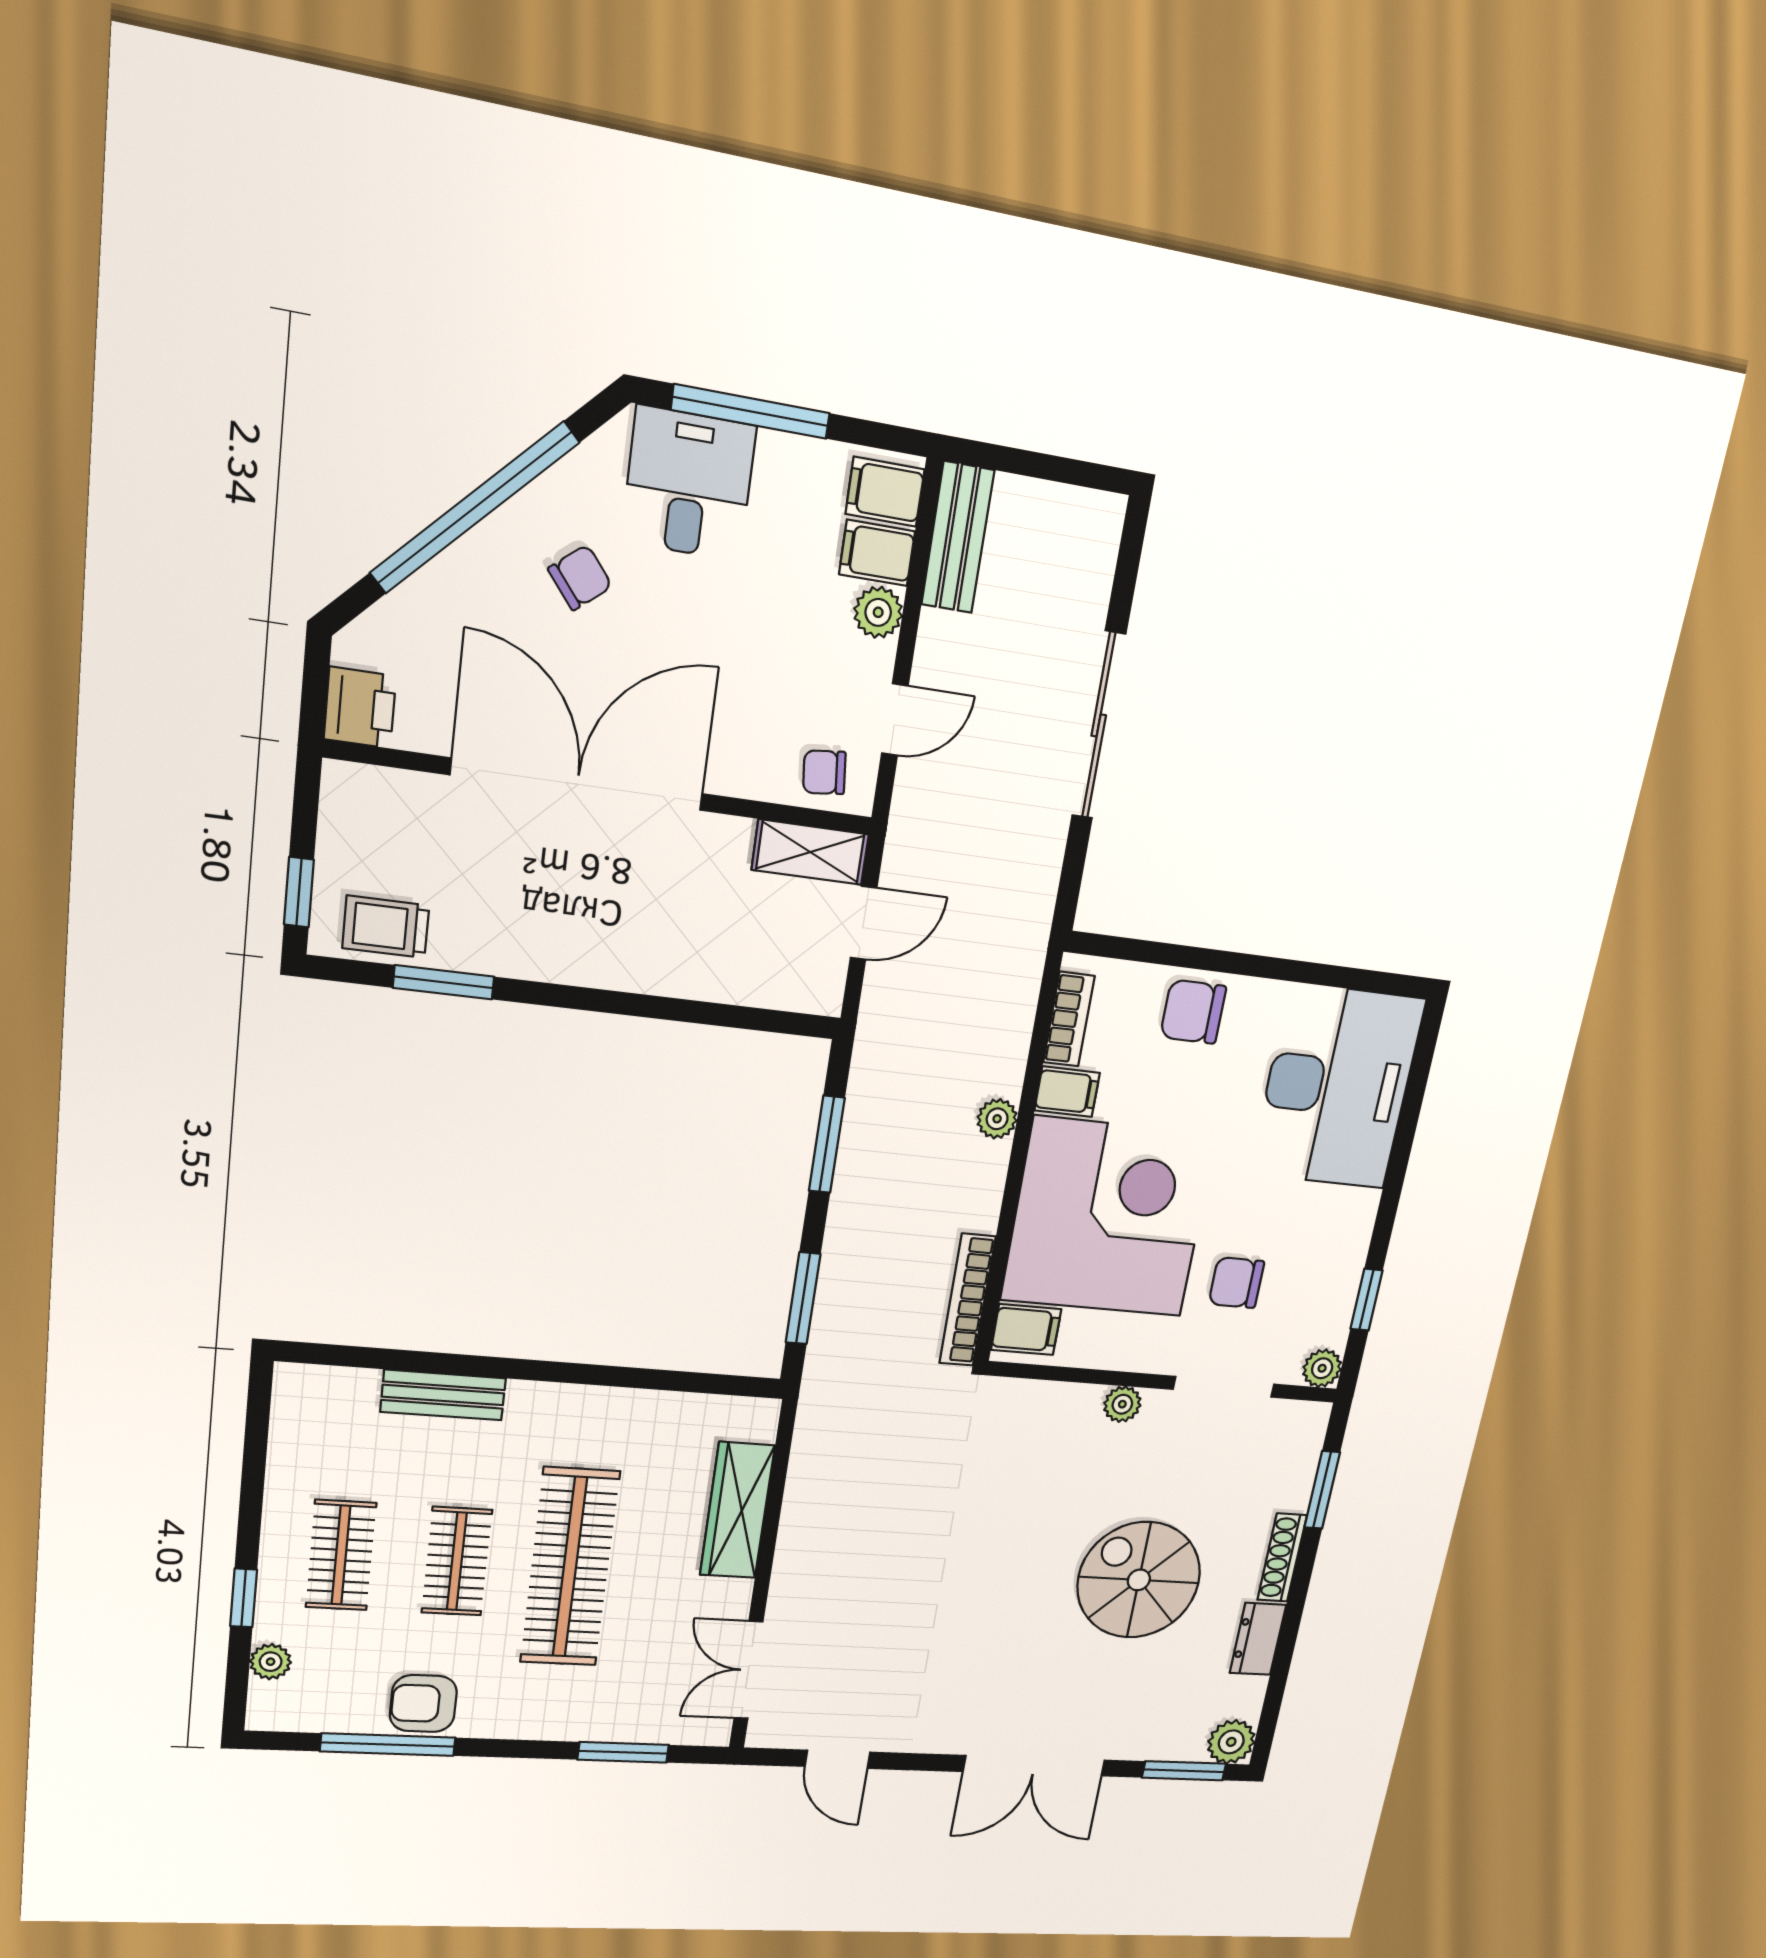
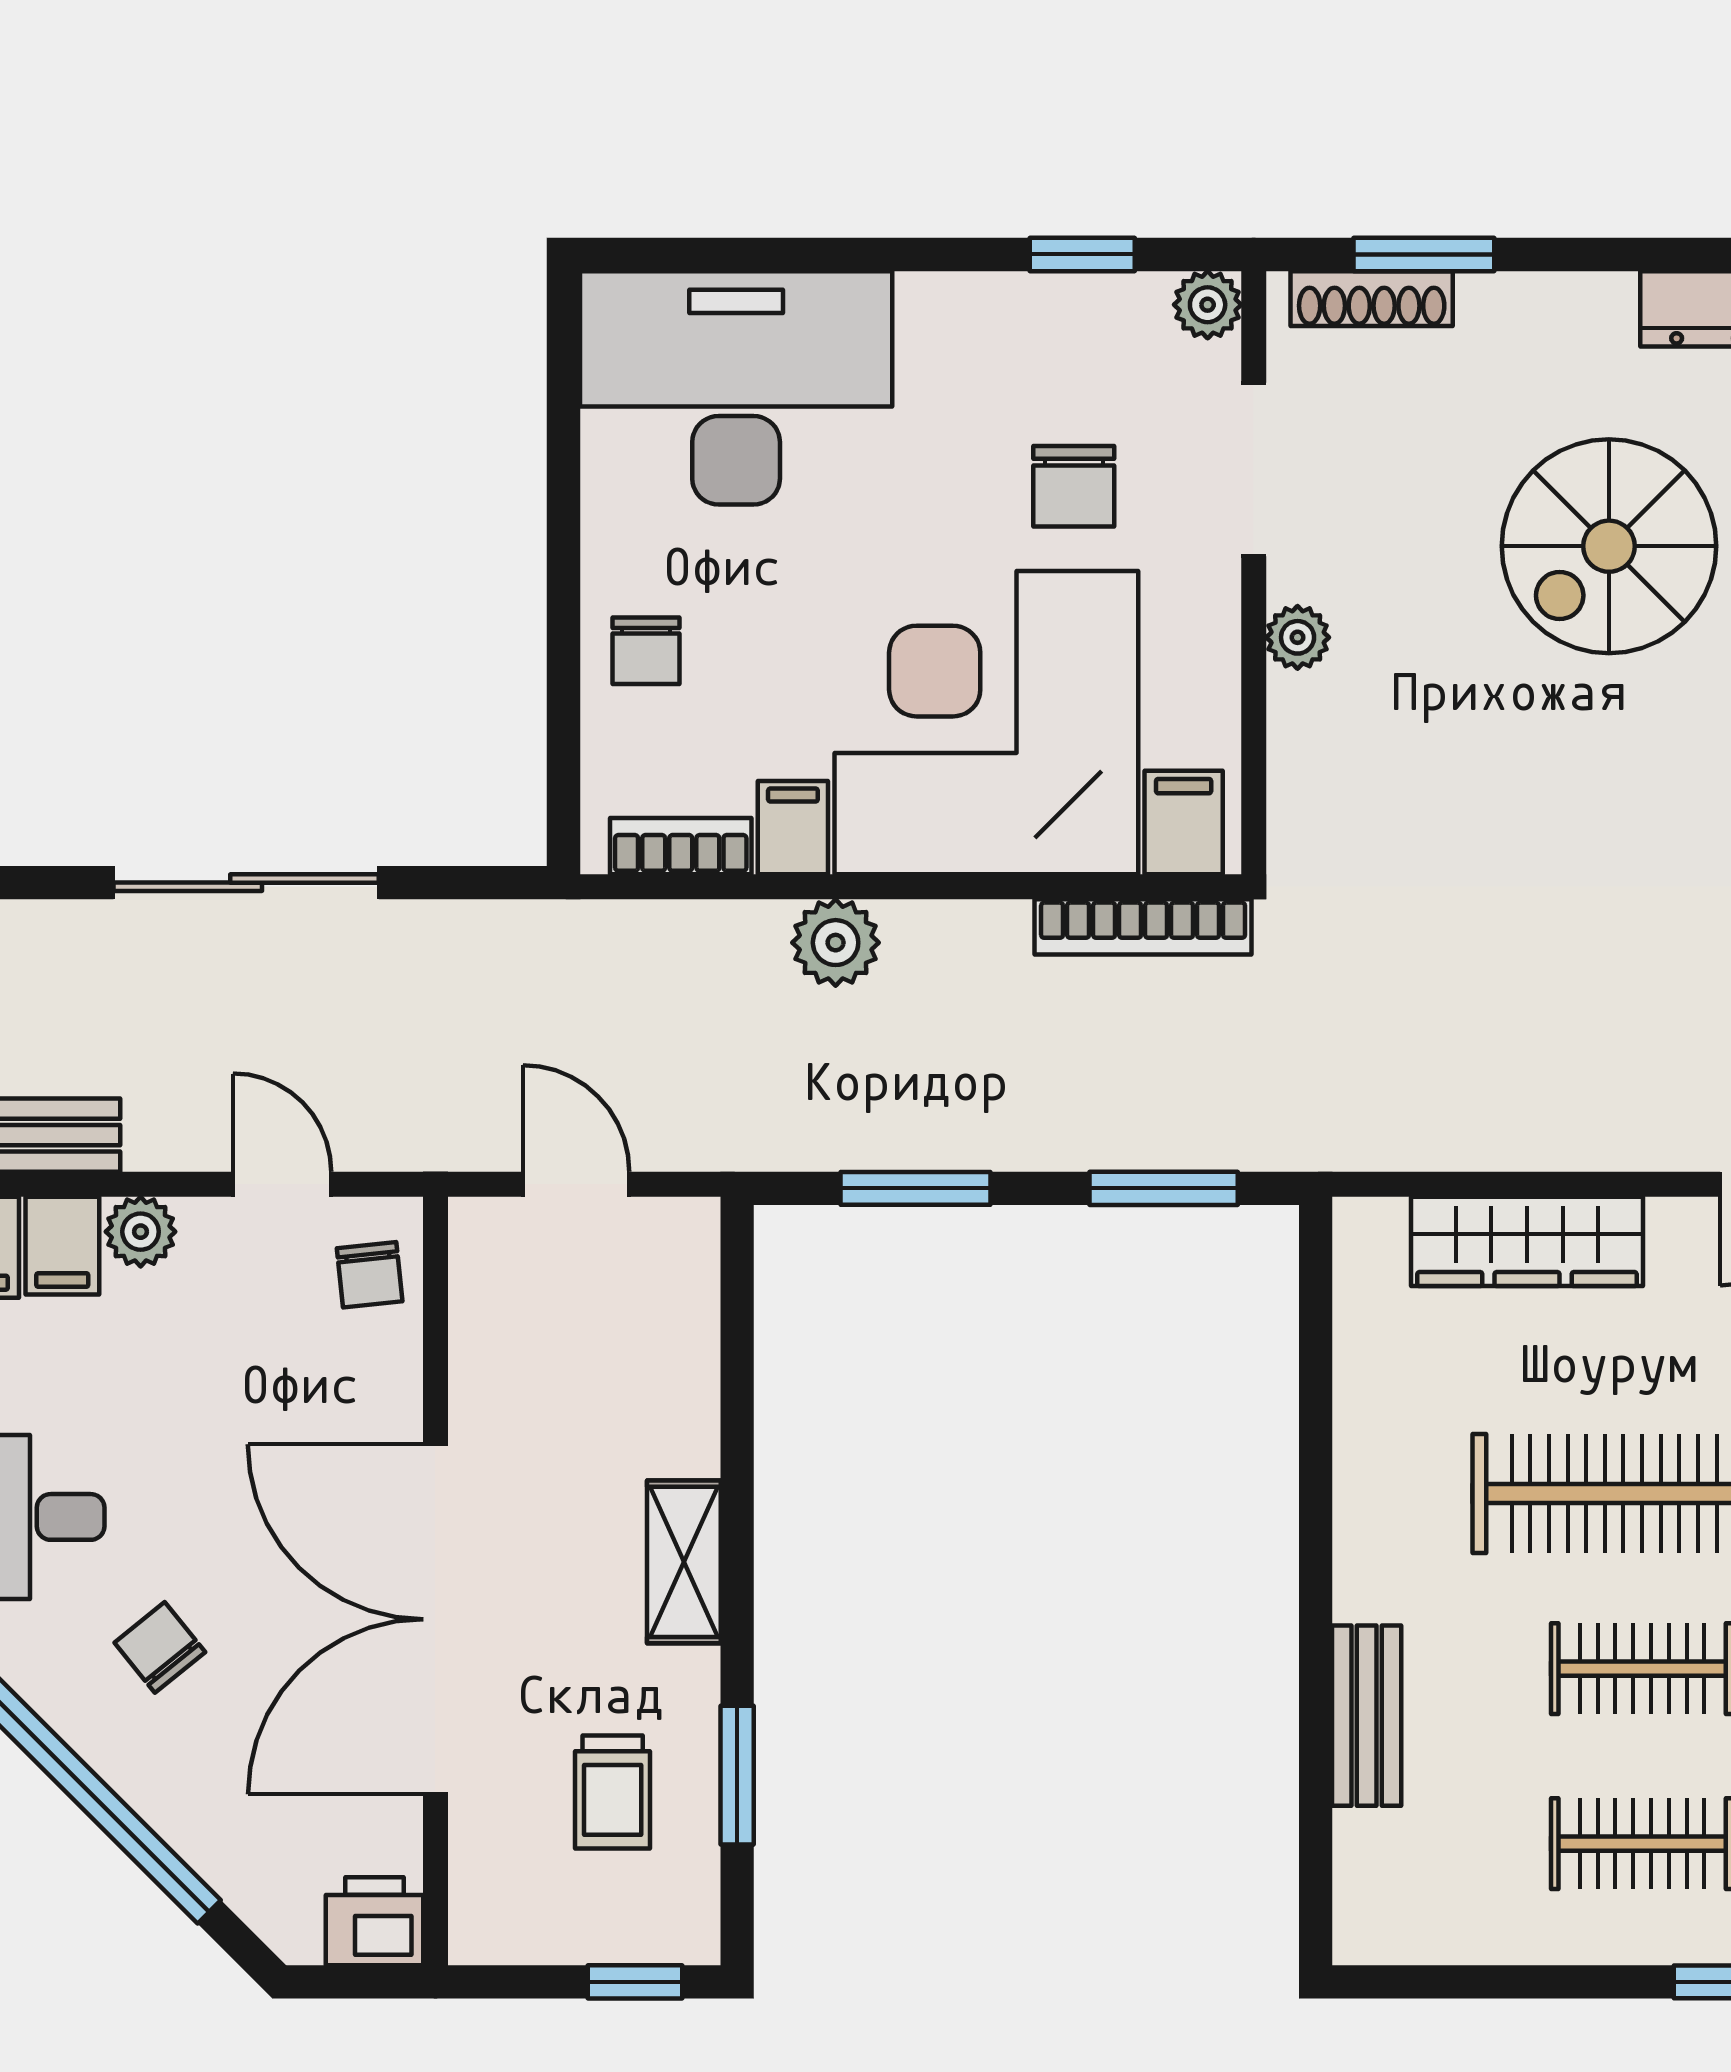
shelving: (810, 852) -> (684, 1562), moved
trolley: (386, 927) -> (613, 1792), moved
chair: (1193, 1012) -> (646, 651), width x0.73, depth x0.73
plant: (997, 1119) -> (836, 943), width x1.38, depth x1.38
shoe rack: (1282, 1558) -> (1372, 299), moved

